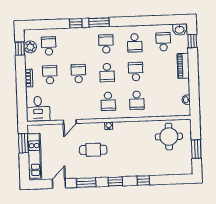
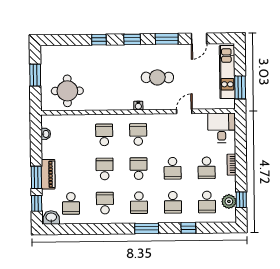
window: (76, 23) -> (188, 228), moved
school desk: (77, 45) -> (173, 202), added
window: (193, 63) -> (36, 177), added
school desk: (136, 72) -> (105, 169), turned 180

